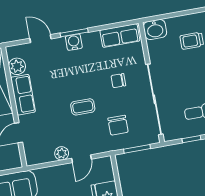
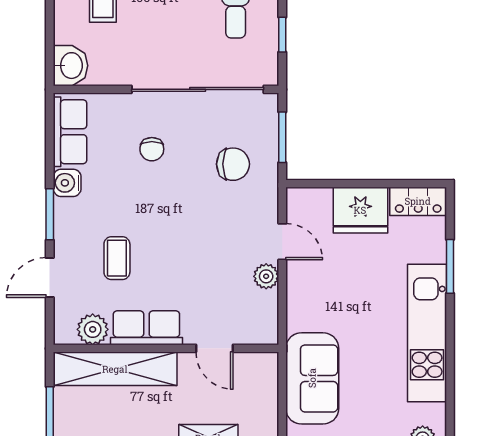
water cooler: (74, 42) -> (67, 183), moved
coffee table: (83, 107) -> (117, 258), moved

